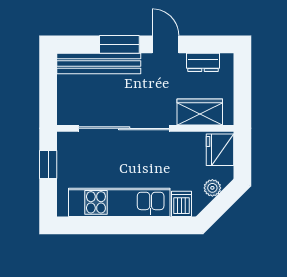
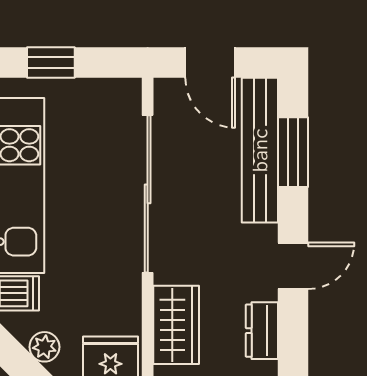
window: (119, 44) -> (293, 152), moved
door: (48, 92) -> (210, 63), added
window: (48, 165) -> (51, 63), moved

